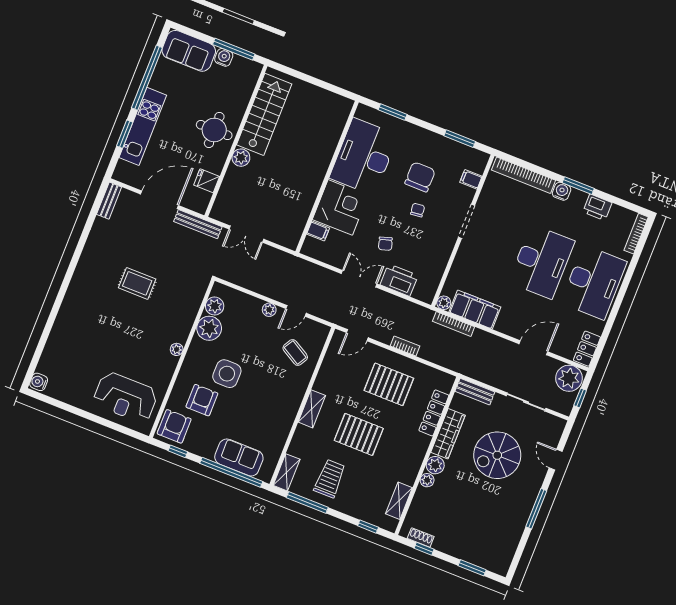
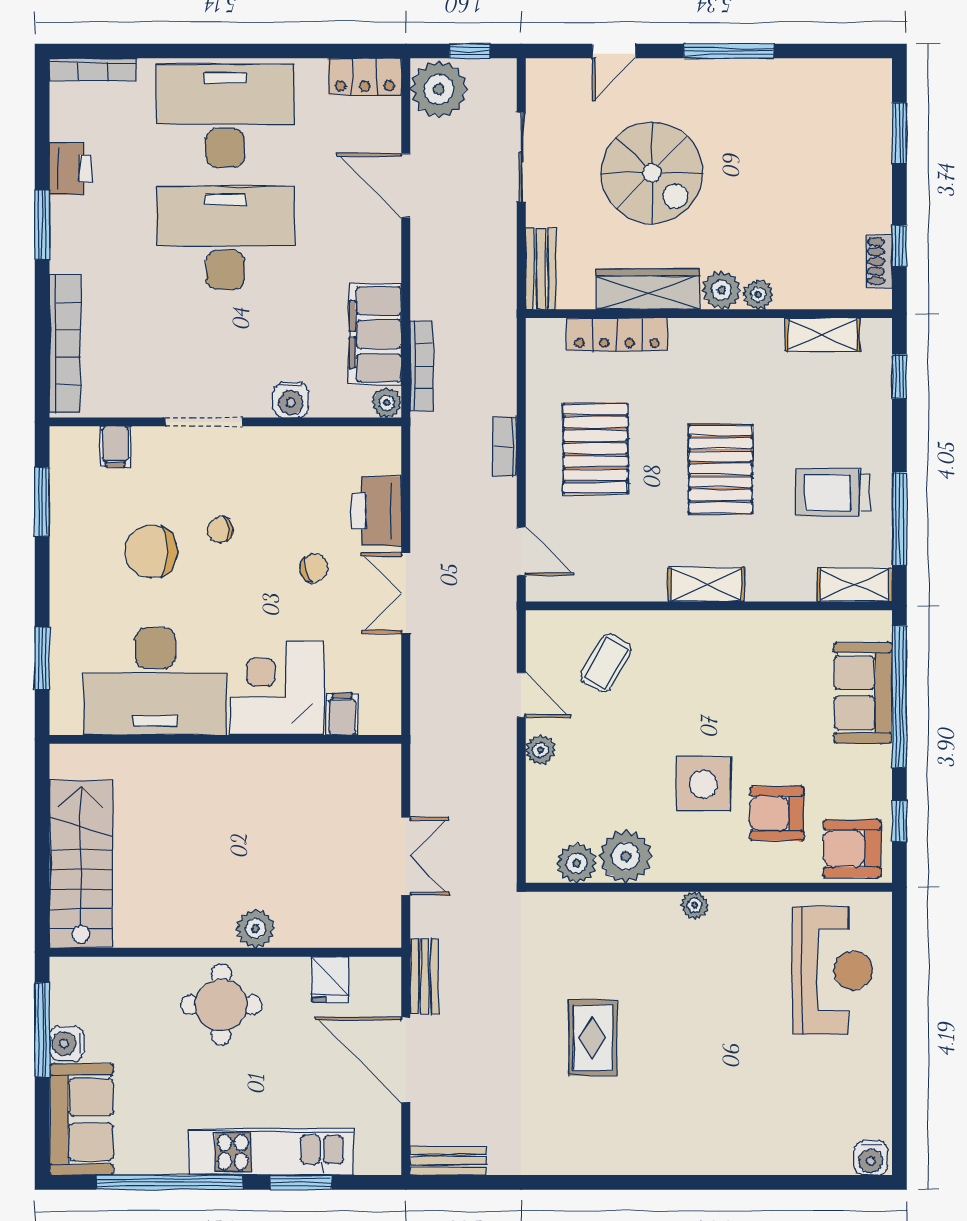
stairs: (264, 114) -> (81, 864), moved, turned 90
water cooler: (562, 191) -> (291, 400), moved, turned -90
bench: (198, 224) -> (424, 976), width x0.73

